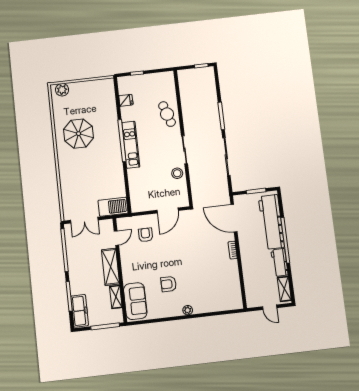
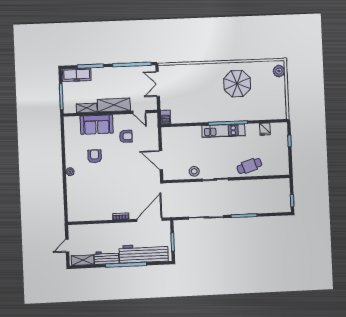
barbecue: (113, 207) -> (166, 117), width x0.53, depth x0.65
armchair: (146, 235) -> (126, 136), moved
sofa: (135, 301) -> (97, 125), moved

